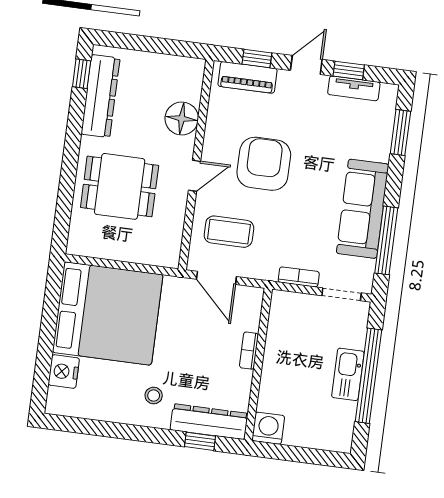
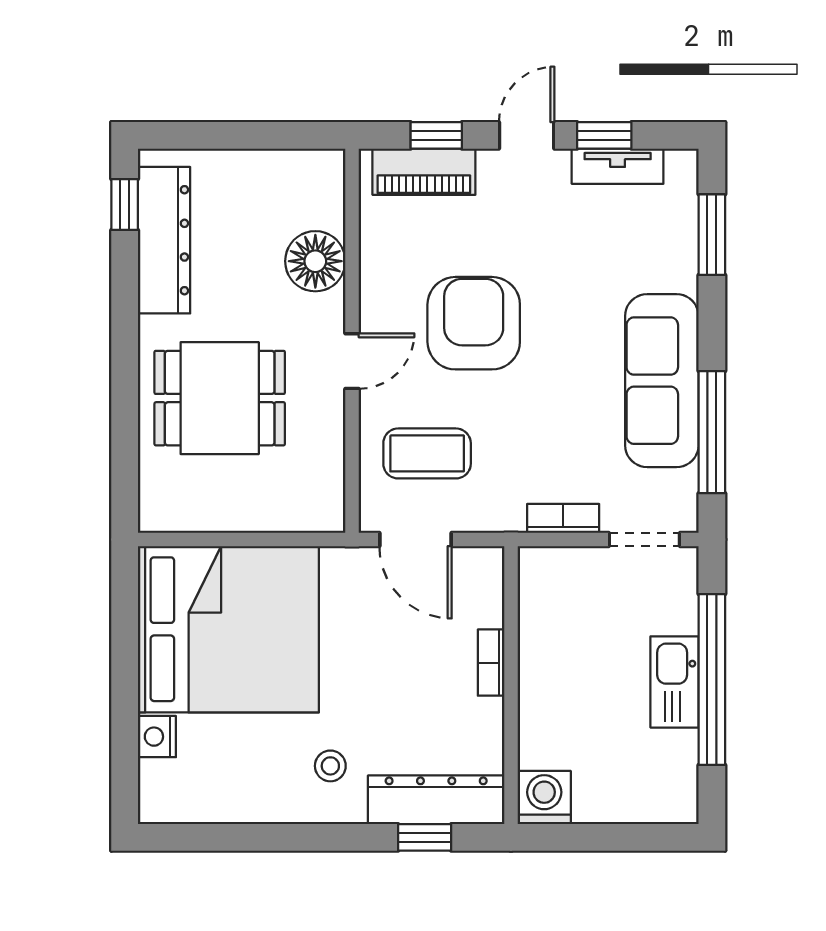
nightstand: (64, 372) -> (157, 737), width x0.74, depth x0.75

